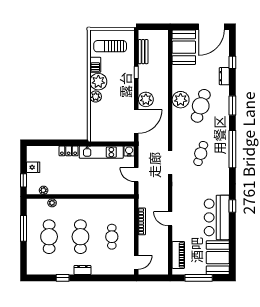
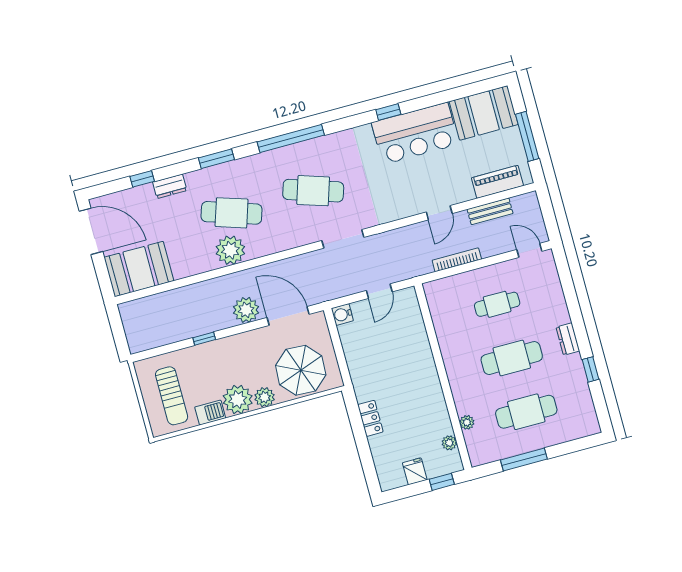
bench: (143, 52) -> (490, 211), moved
parasol: (105, 120) -> (301, 370), added
kitchen unit: (101, 152) -> (357, 362), removed
cafe table: (201, 153) -> (313, 191), width x1.37, depth x1.35

